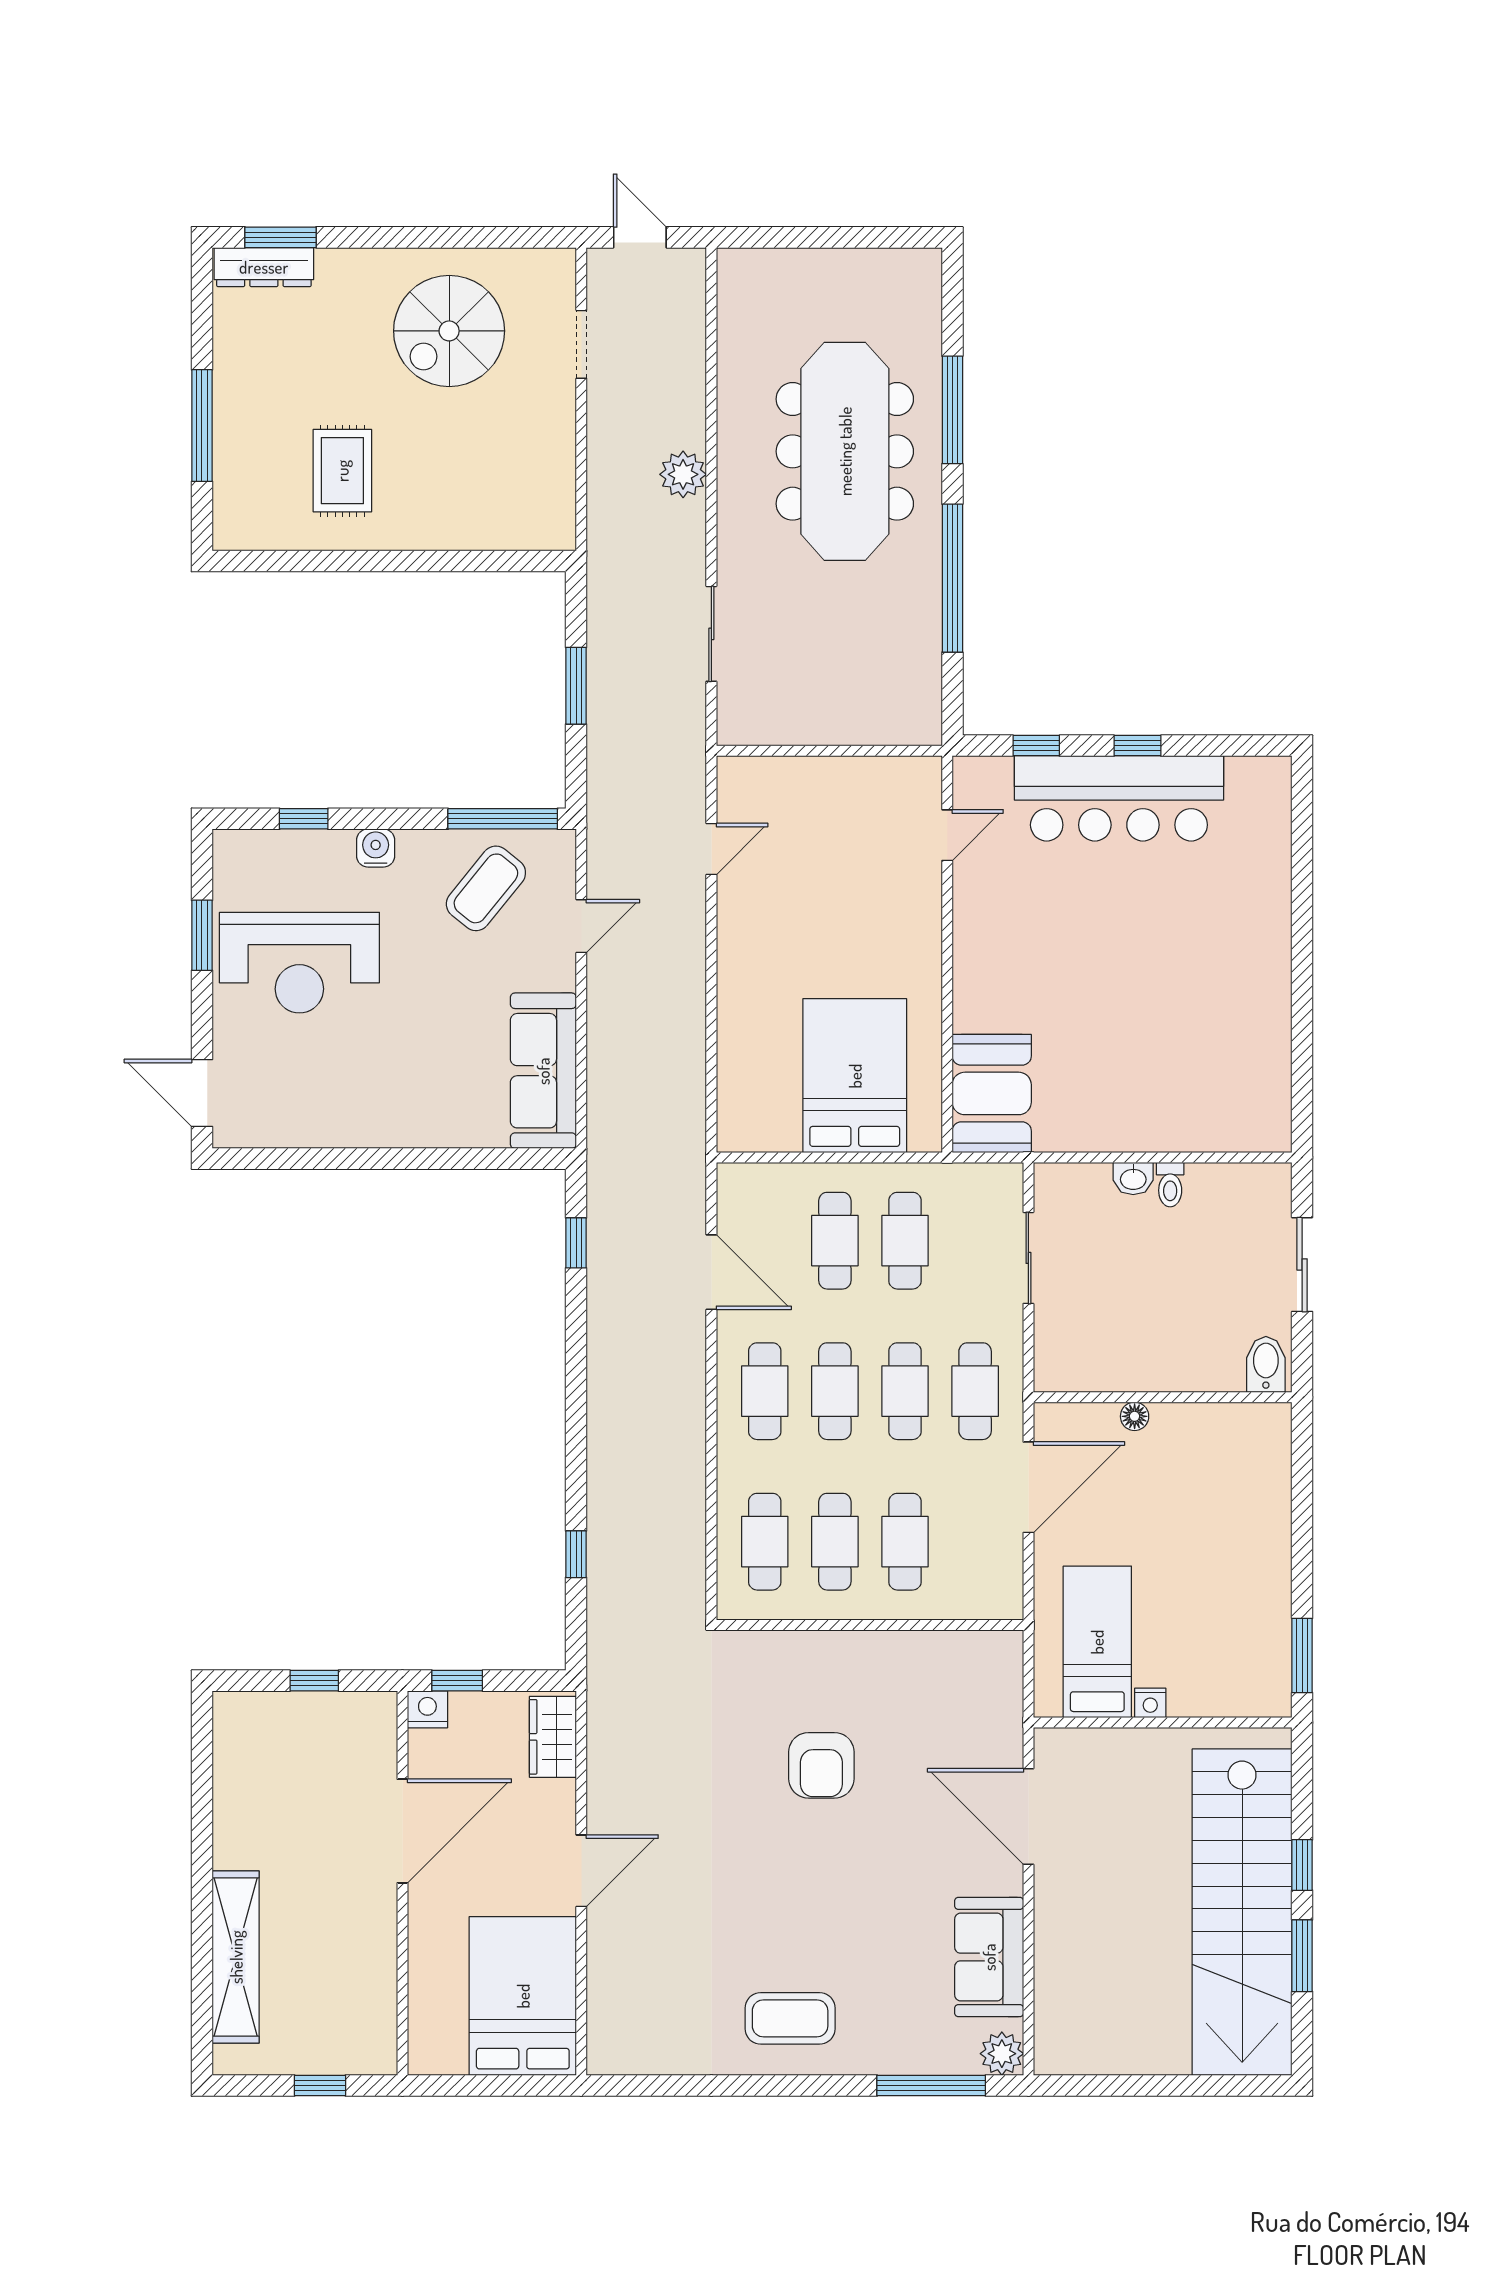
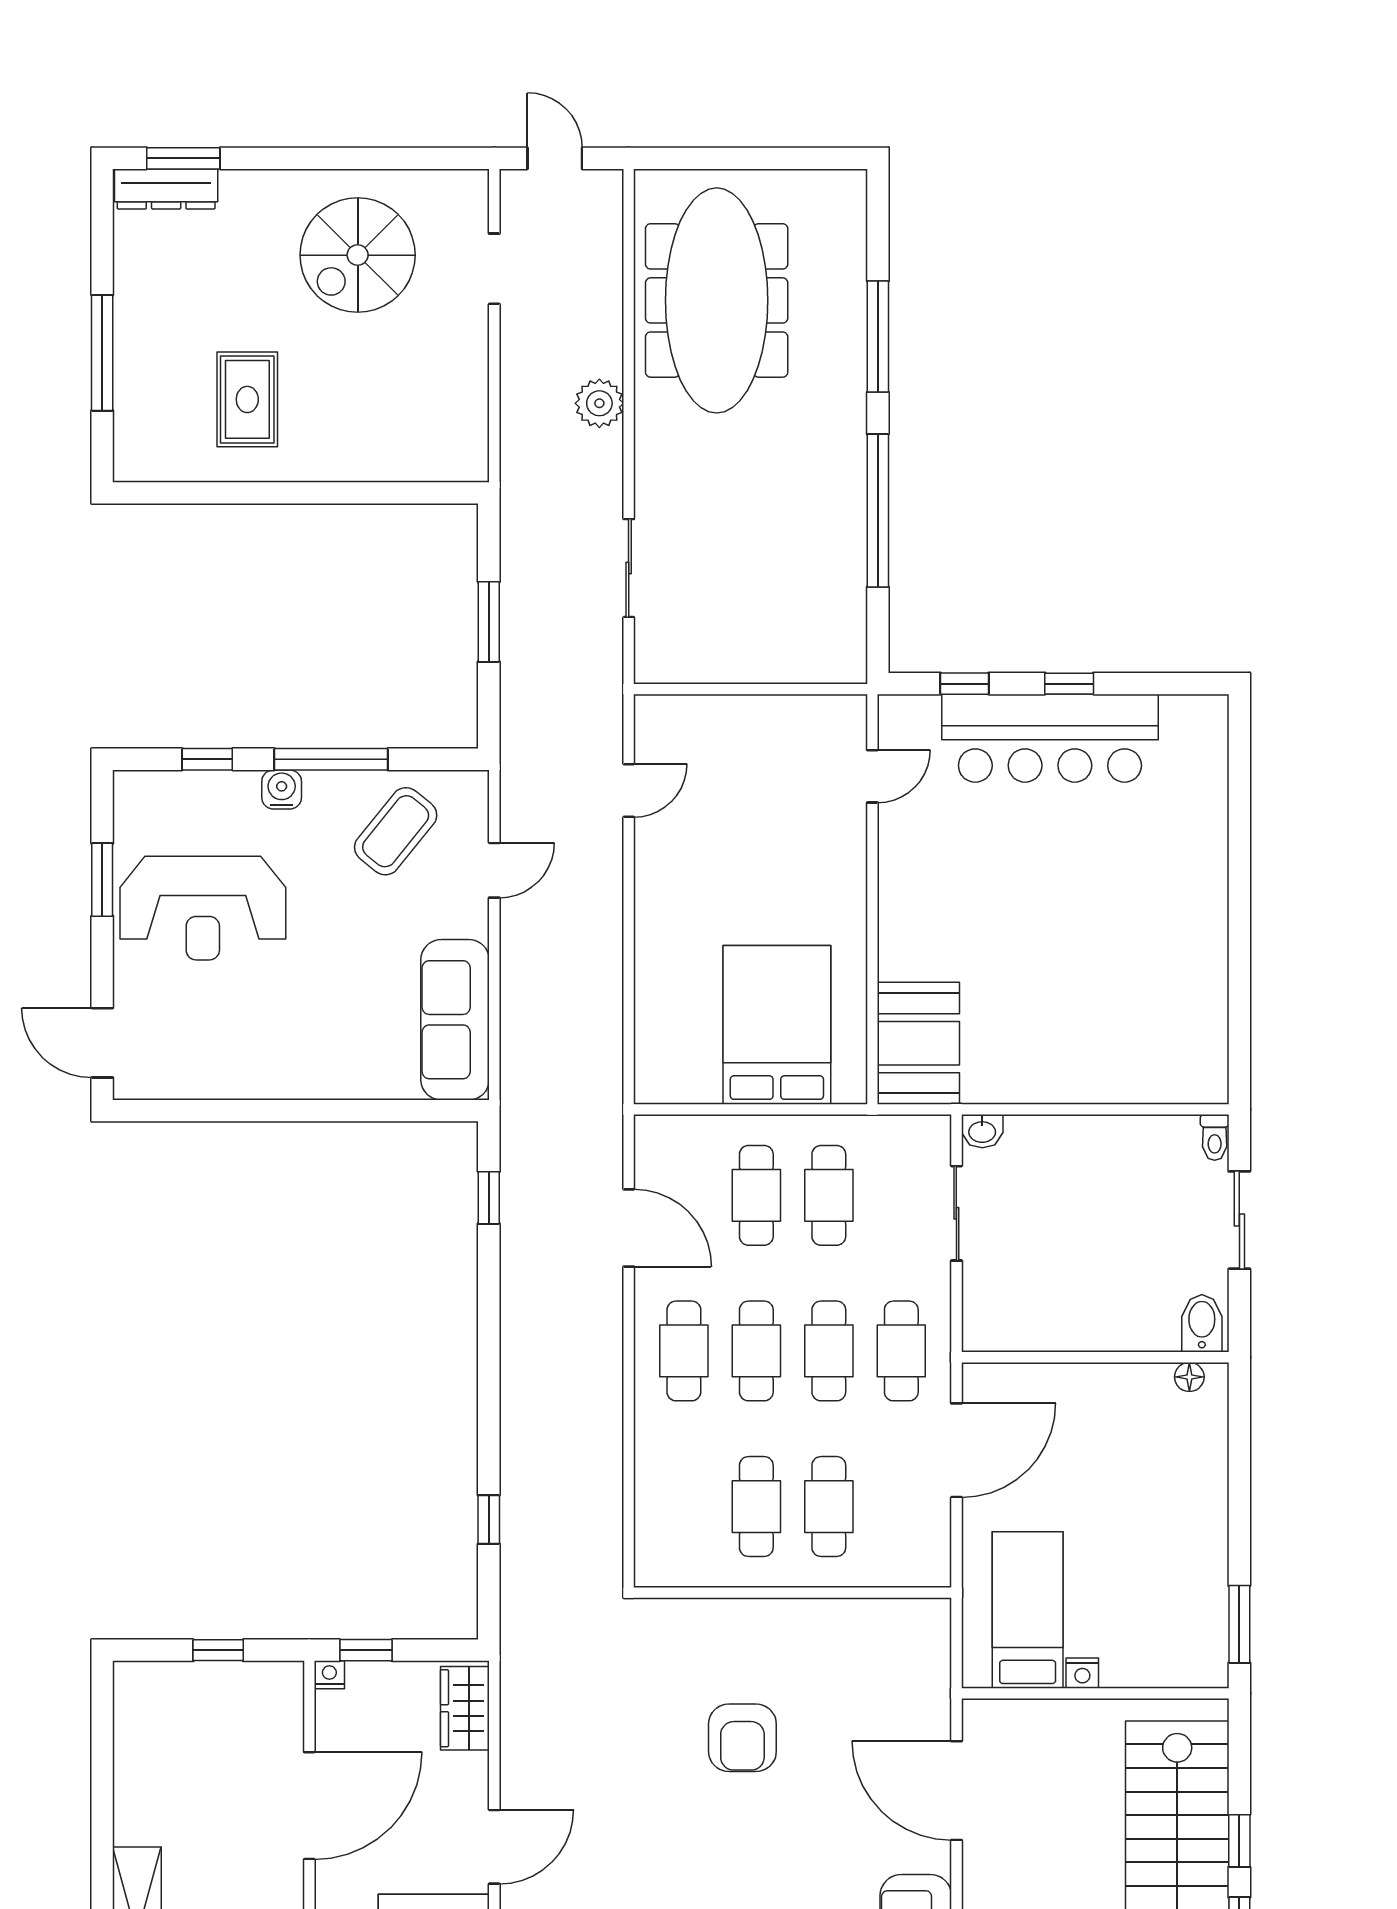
meeting table: (845, 451) -> (717, 300), moved
window: (503, 819) -> (331, 759), moved
washbasin: (1133, 1178) -> (982, 1131), moved
toilet: (1170, 1185) -> (1215, 1137), moved
floor lamp: (1135, 1416) -> (1189, 1377), moved
cafe table: (765, 1542) -> (684, 1507), removed
nightstand: (427, 1709) -> (329, 1675), width x0.72, depth x0.74

